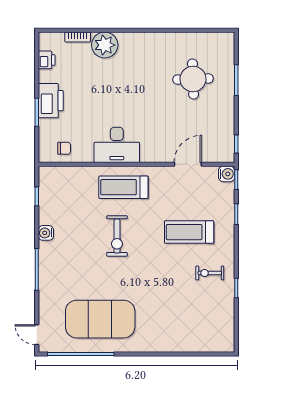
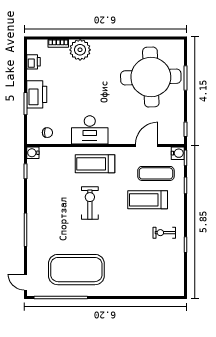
round table: (193, 79) -> (151, 77), width x1.86, depth x1.86
exercise mat: (199, 199) -> (156, 173), added
water cooler: (46, 233) -> (33, 153), moved
exercise bike: (117, 236) -> (90, 203), turned 180

